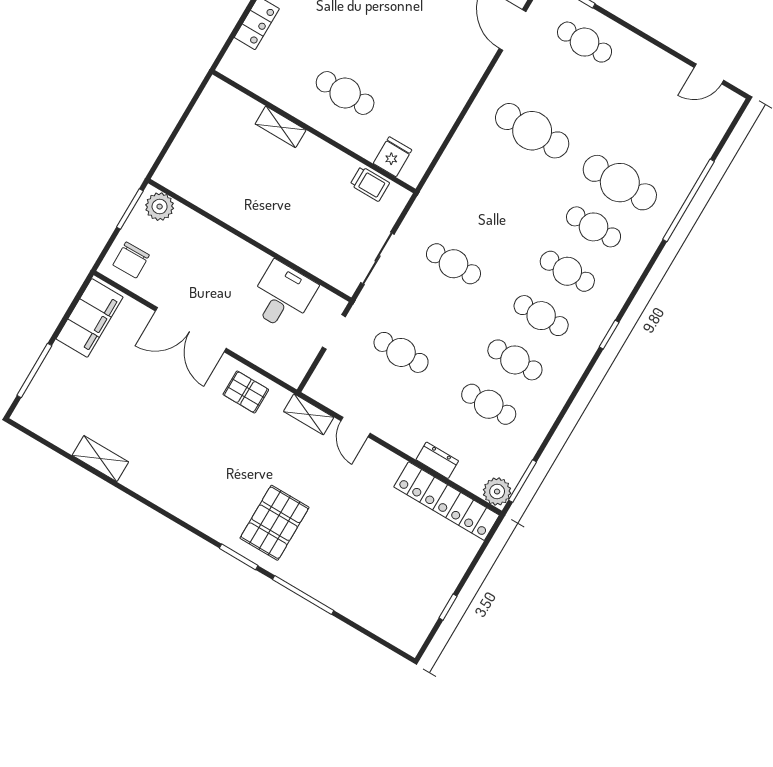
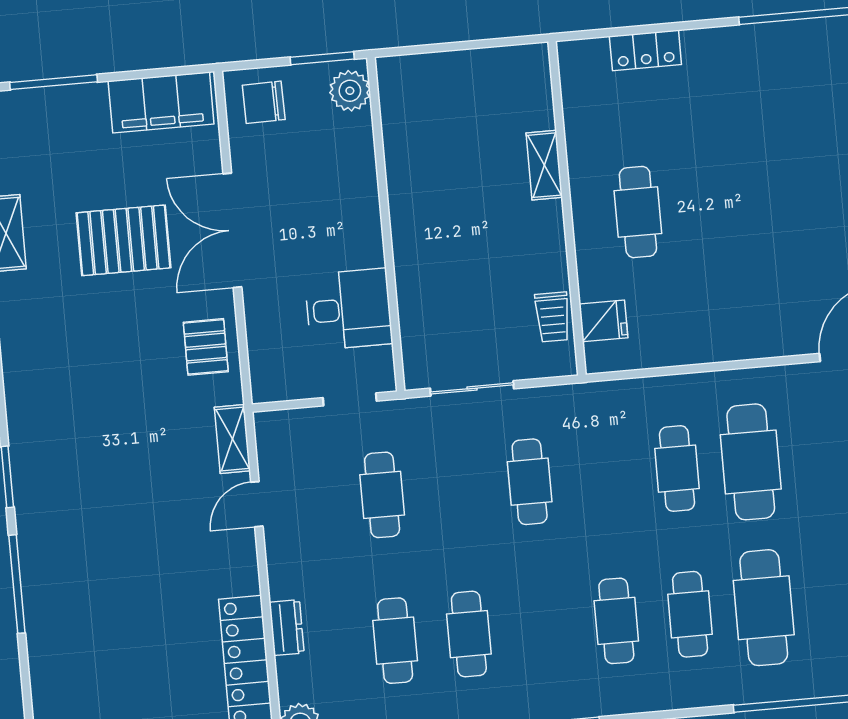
cafe table: (541, 316) -> (677, 469), moved
pallet: (275, 523) -> (123, 240), moved

